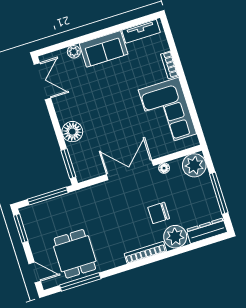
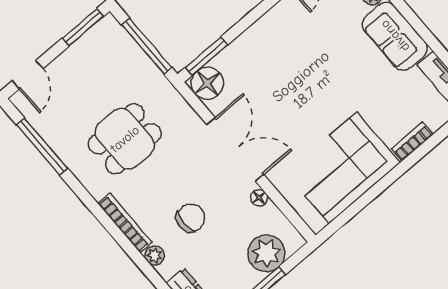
floor lamp: (72, 132) -> (207, 83), moved
plant: (194, 165) -> (266, 253), moved
chair: (159, 213) -> (191, 218), turned 90
plant: (175, 237) -> (155, 255), width x0.53, depth x0.53
dining table: (75, 254) -> (125, 139), moved

